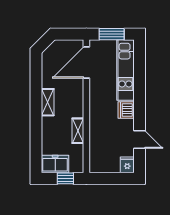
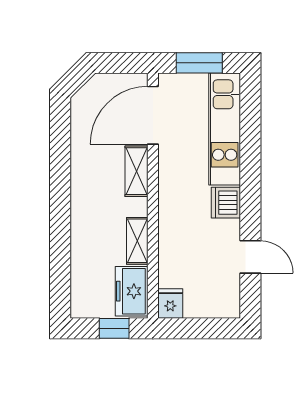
shelving: (48, 102) -> (136, 171), moved
freezer: (55, 164) -> (132, 291), moved, turned -90
fridge: (127, 165) -> (170, 303), moved

